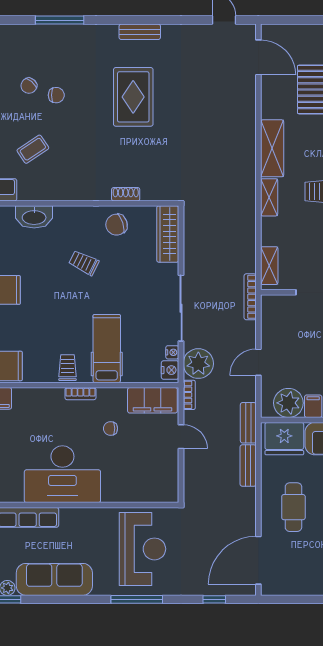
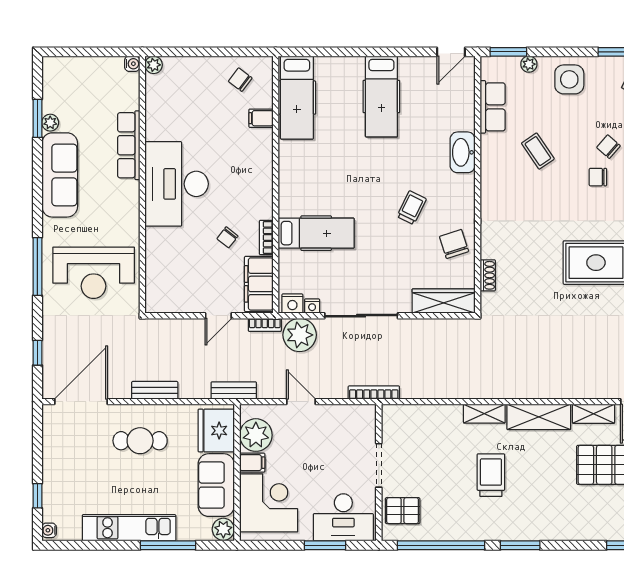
chair: (56, 95) -> (598, 177), turned 90
shoe rack: (126, 194) -> (488, 275), moved
shelving: (269, 266) -> (594, 414), moved
trolley: (67, 368) -> (295, 190), removed
bookcase: (80, 394) -> (266, 238), moved
chair: (110, 428) -> (227, 237), turned -142
bench: (248, 465) -> (155, 390), moved
door: (258, 560) -> (81, 402), hinge flipped

